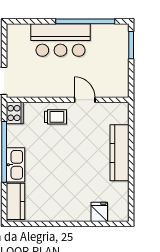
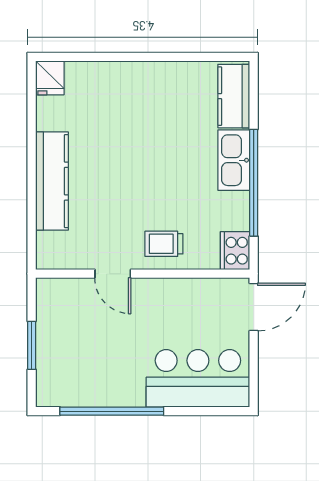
bar counter: (60, 40) -> (198, 378), moved
window: (131, 45) -> (32, 345), moved
fridge: (99, 212) -> (50, 78), moved

